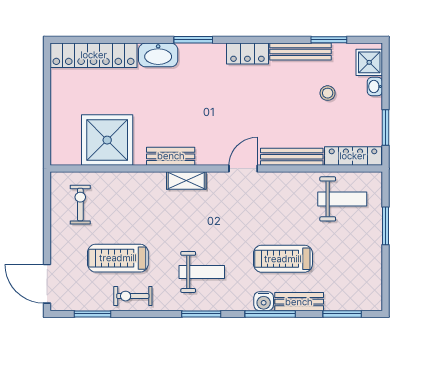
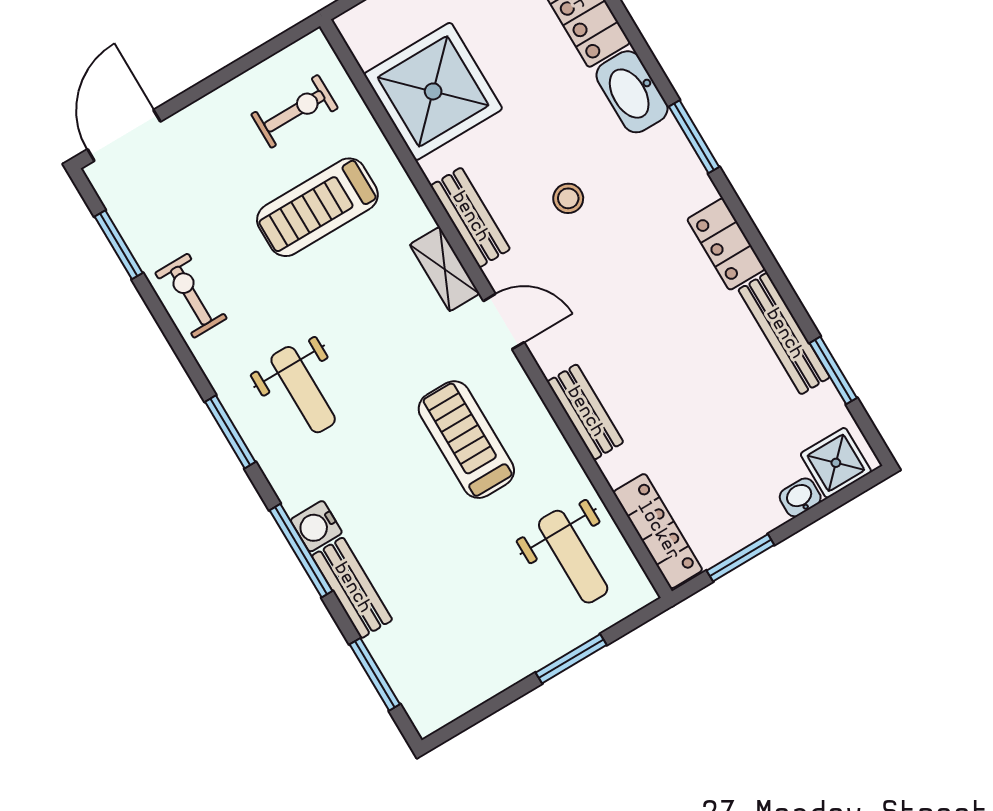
stool: (328, 93) -> (568, 198), moved
bench: (292, 157) -> (585, 412), width x0.73
door: (243, 169) -> (504, 322), moved
treadmill: (118, 258) -> (317, 207), moved, turned -90
treadmill: (283, 259) -> (466, 440), moved

